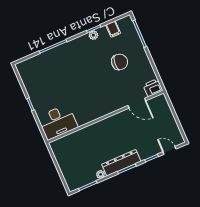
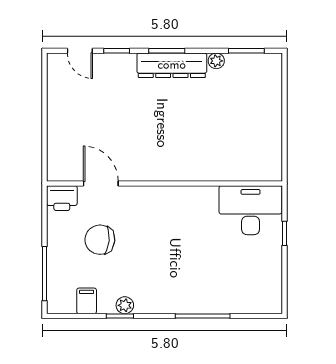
printer: (153, 88) -> (62, 198), moved
door: (137, 103) -> (101, 183), moved
wall: (106, 117) -> (165, 183), moved
desk: (58, 122) -> (251, 210), moved

